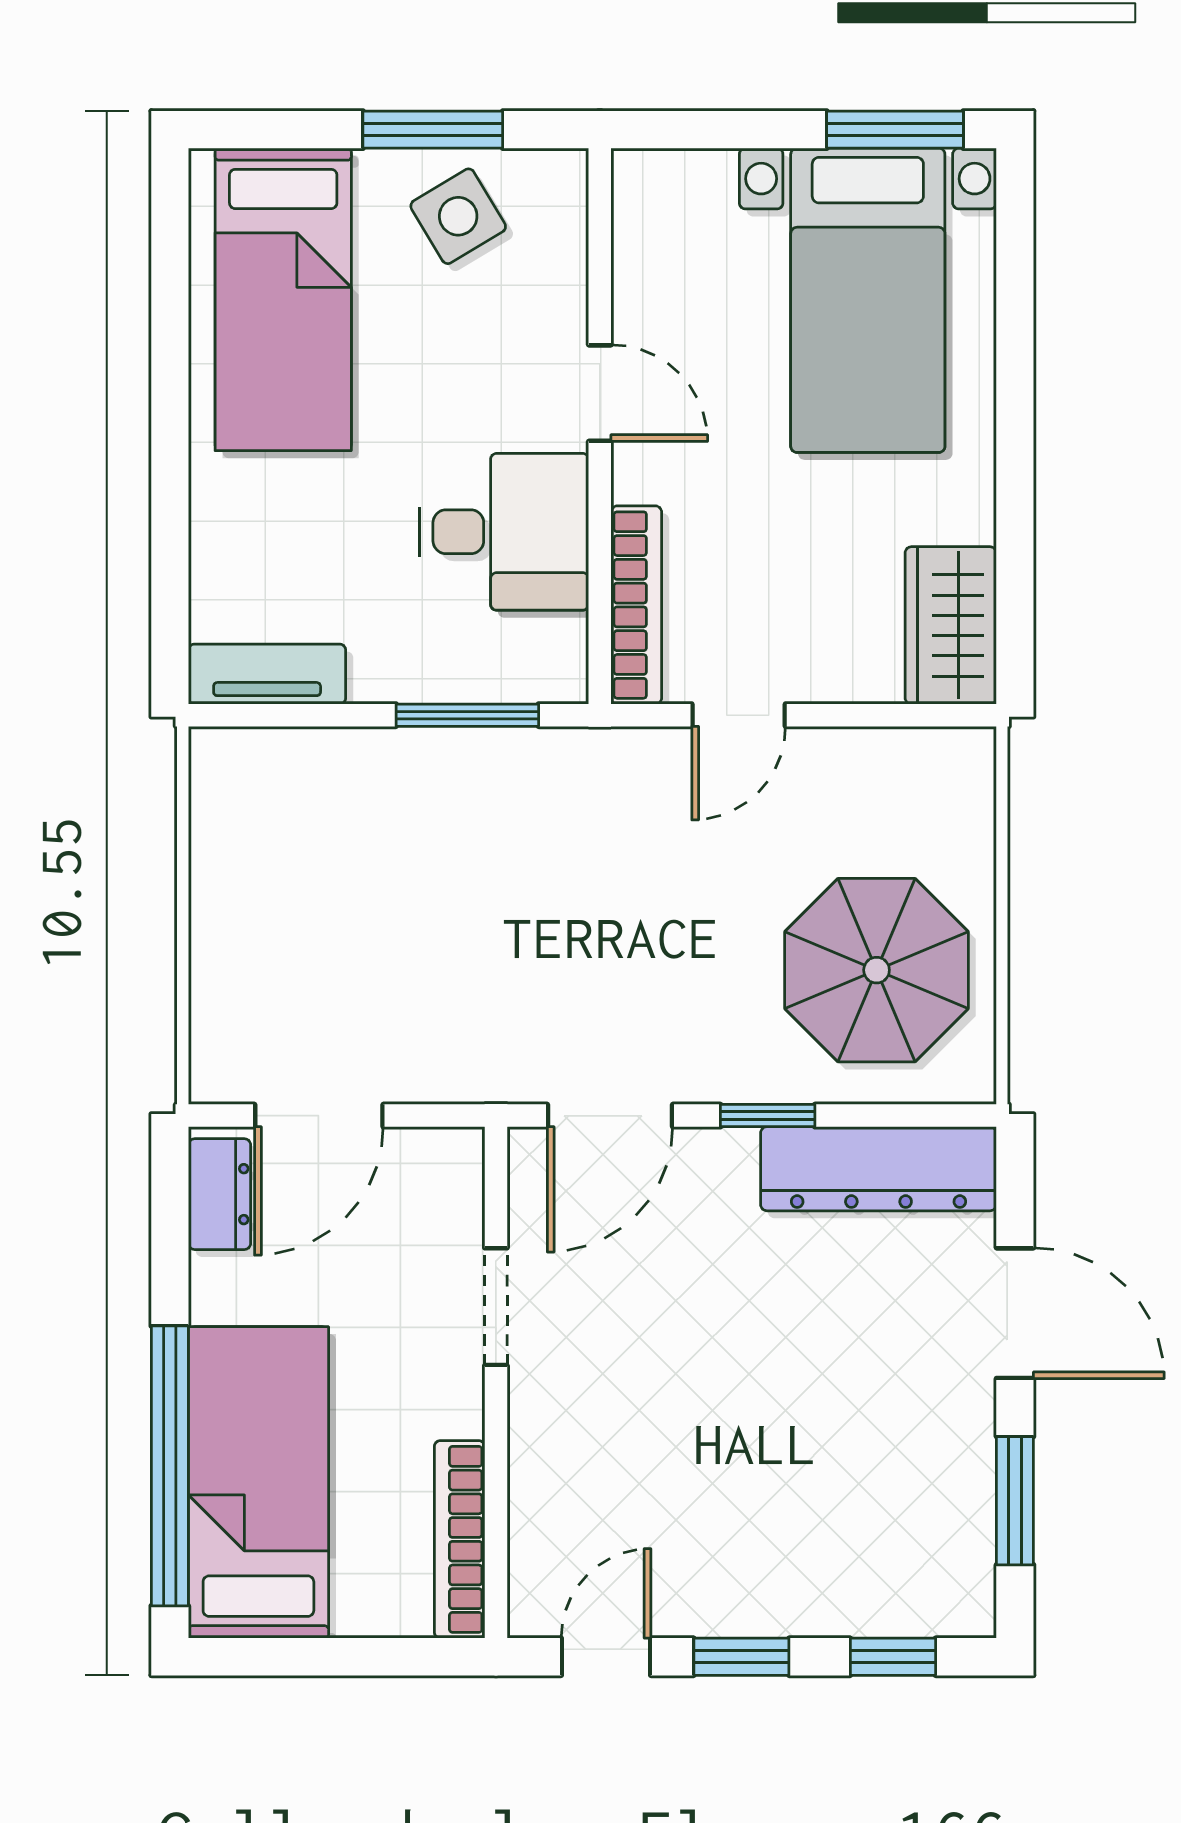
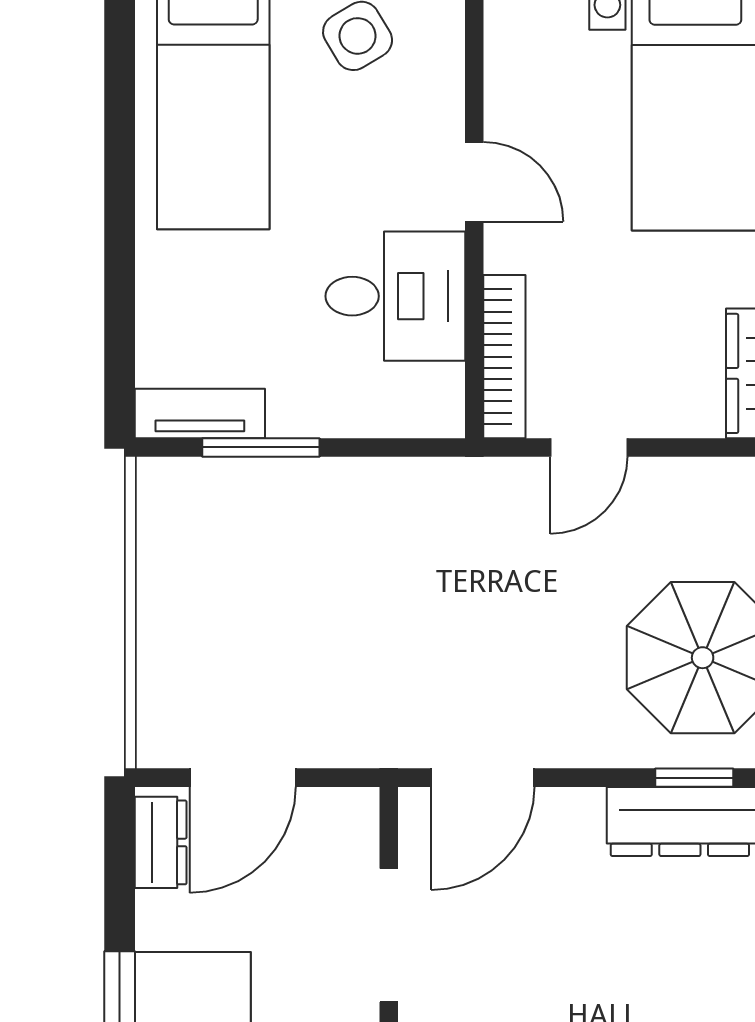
window: (467, 715) -> (261, 447), moved
window: (768, 1116) -> (694, 778), moved
doorway: (496, 1307) -> (389, 935), width x1.38

